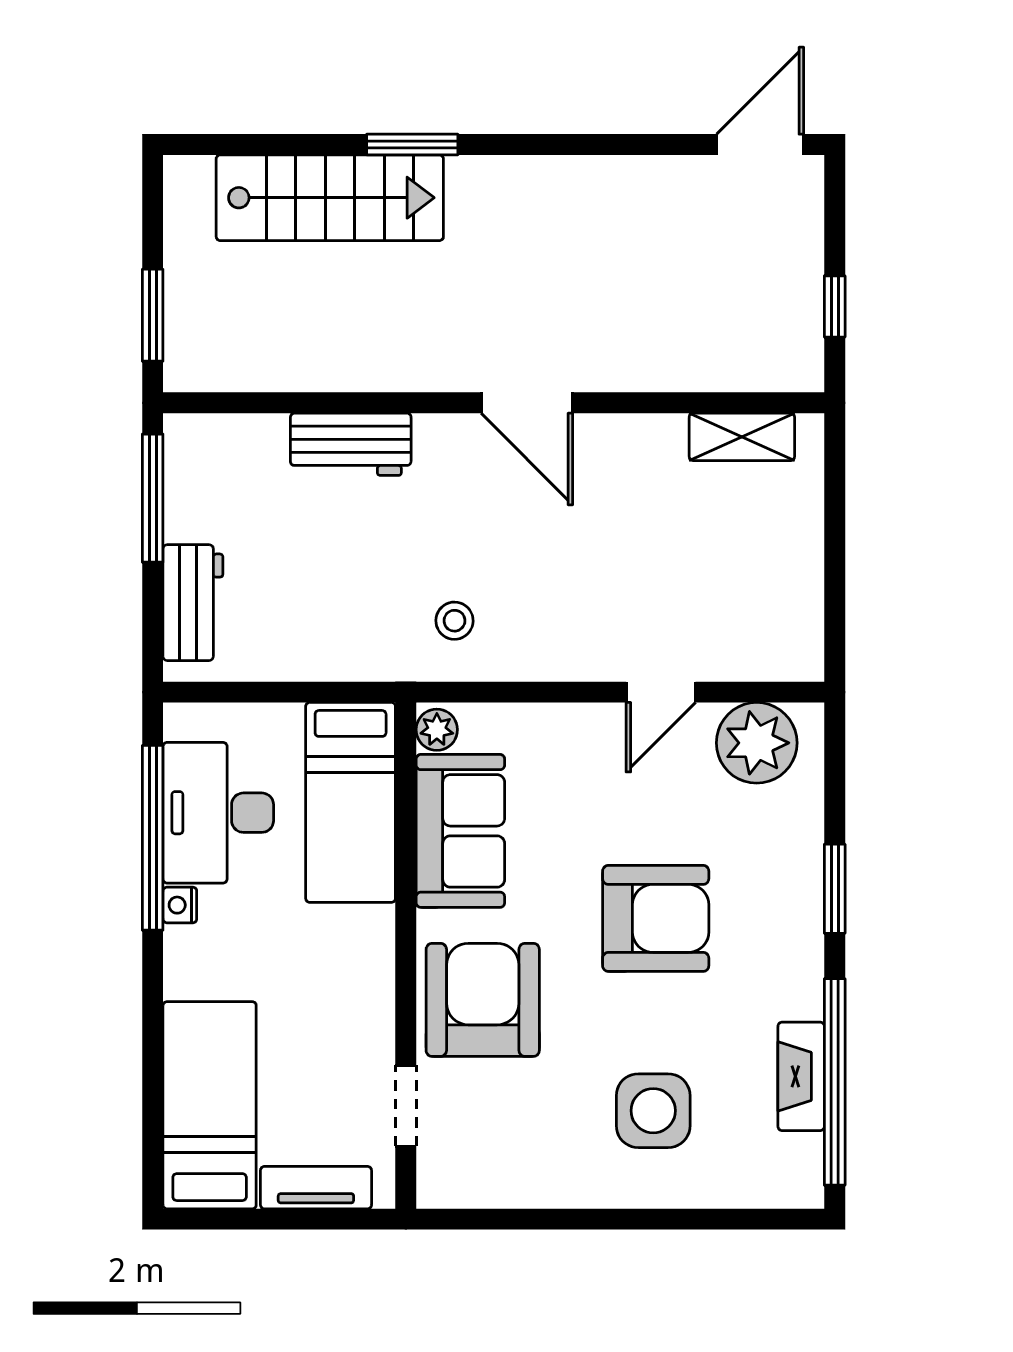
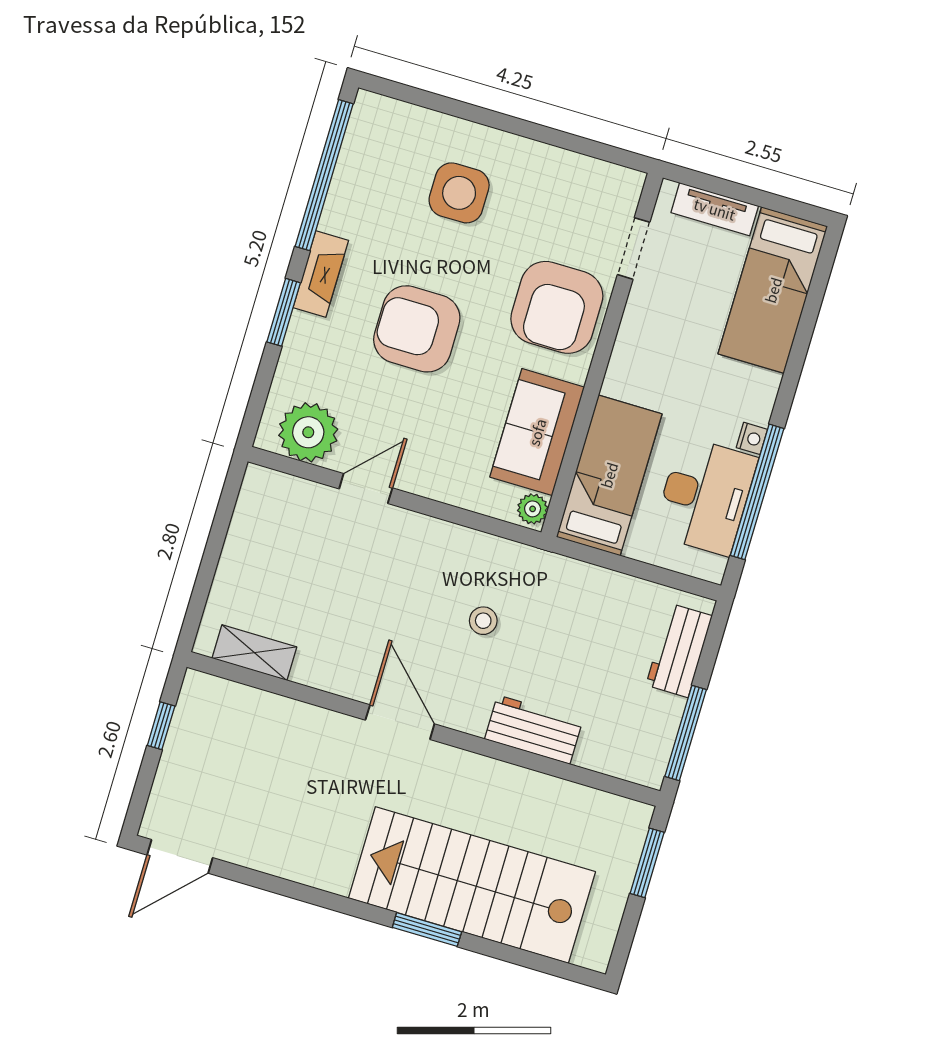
stairs: (330, 198) -> (472, 885), width x1.36, depth x1.51
stool: (454, 621) -> (483, 621), moved
fireplace: (801, 1076) -> (321, 274), moved

